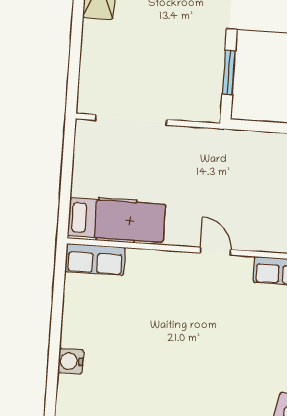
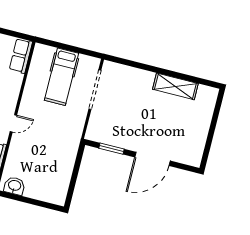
hospital bed: (116, 220) -> (61, 77), moved

